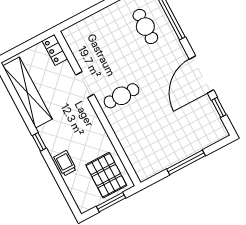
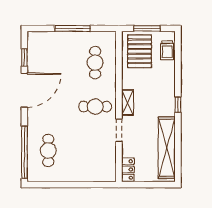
shelving: (91, 117) -> (128, 102), added
cafe table: (145, 140) -> (95, 63), added
trolley: (65, 163) -> (167, 50), moved

